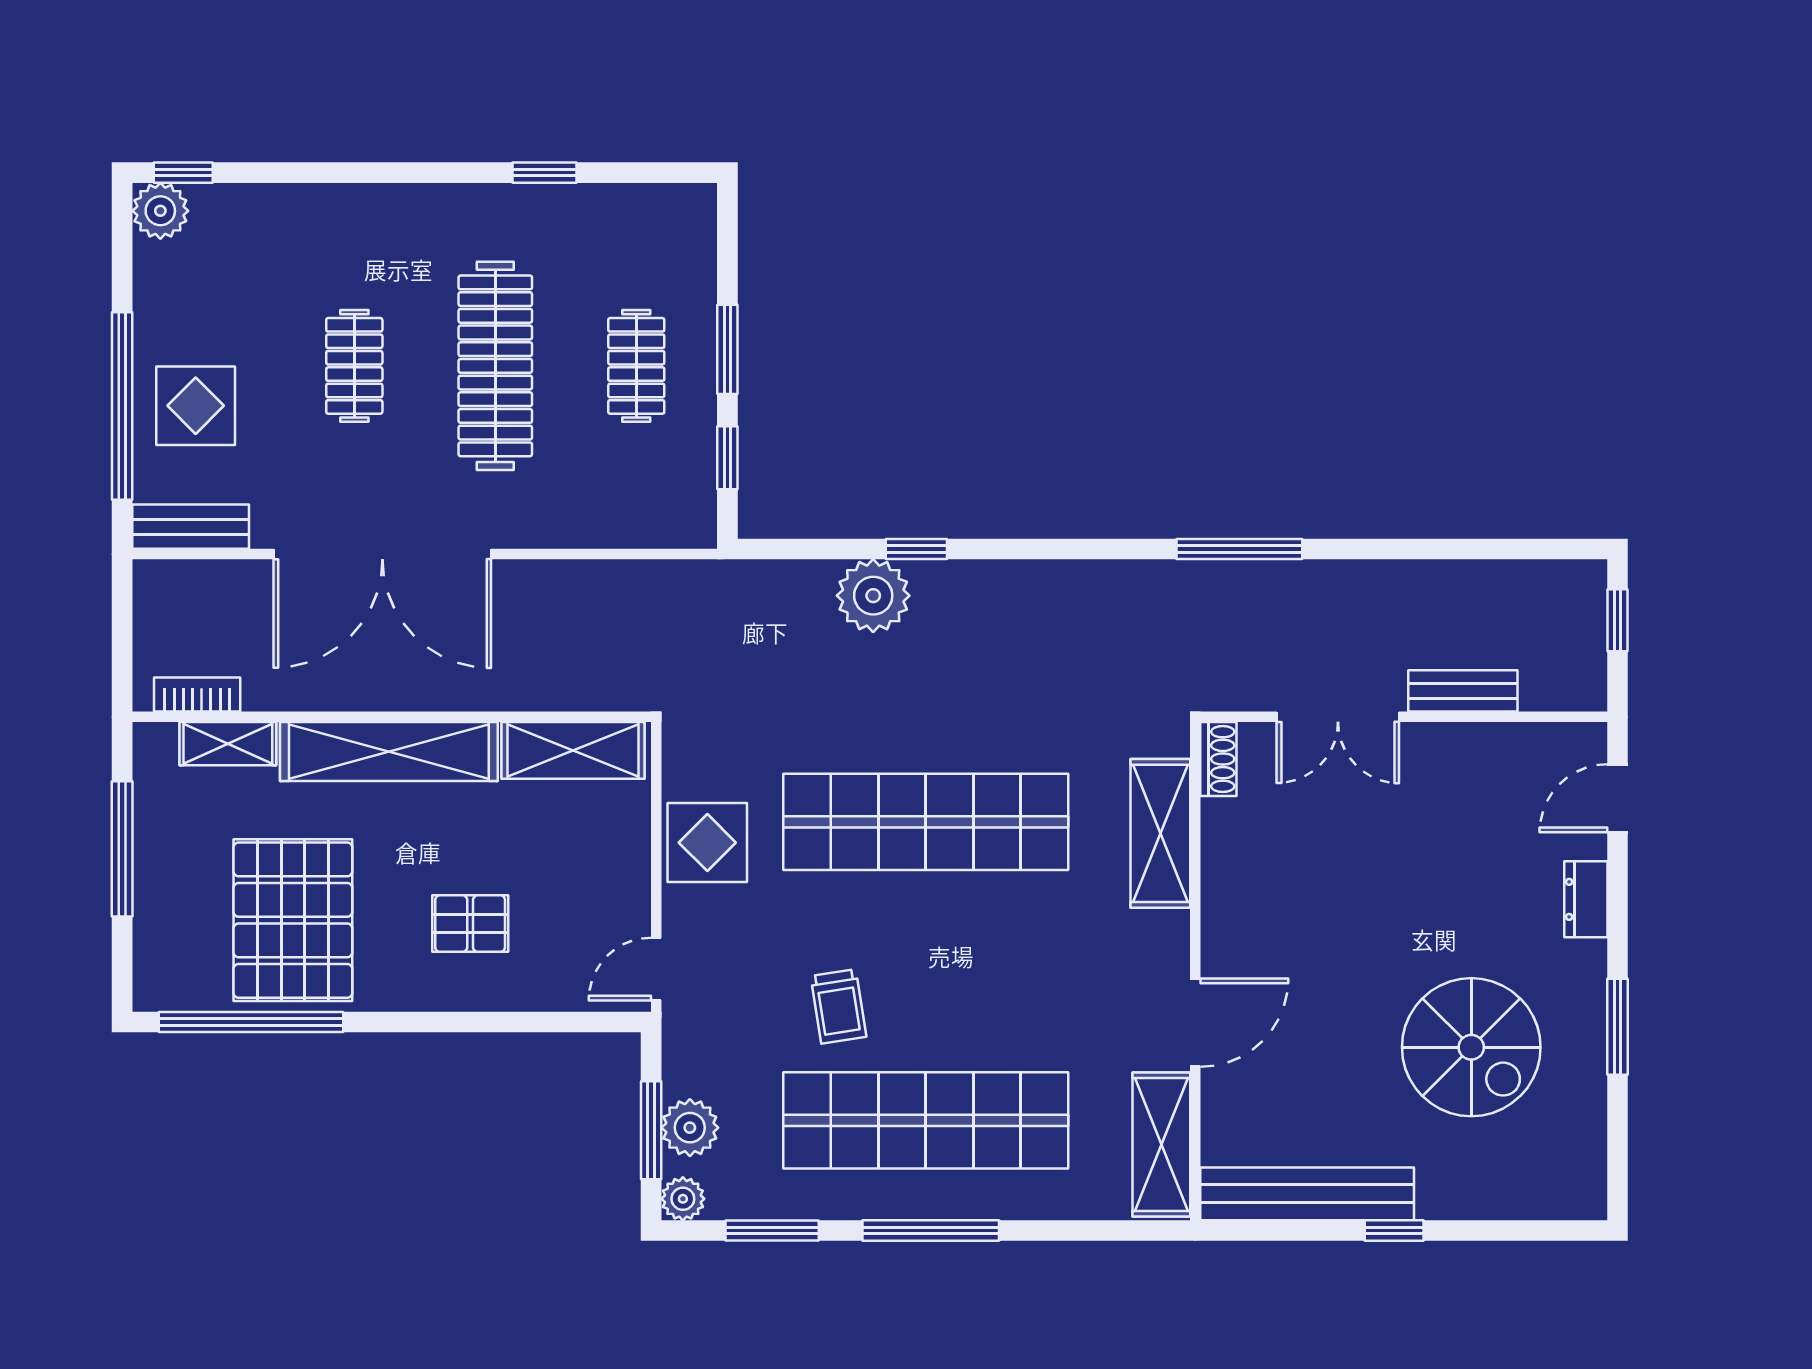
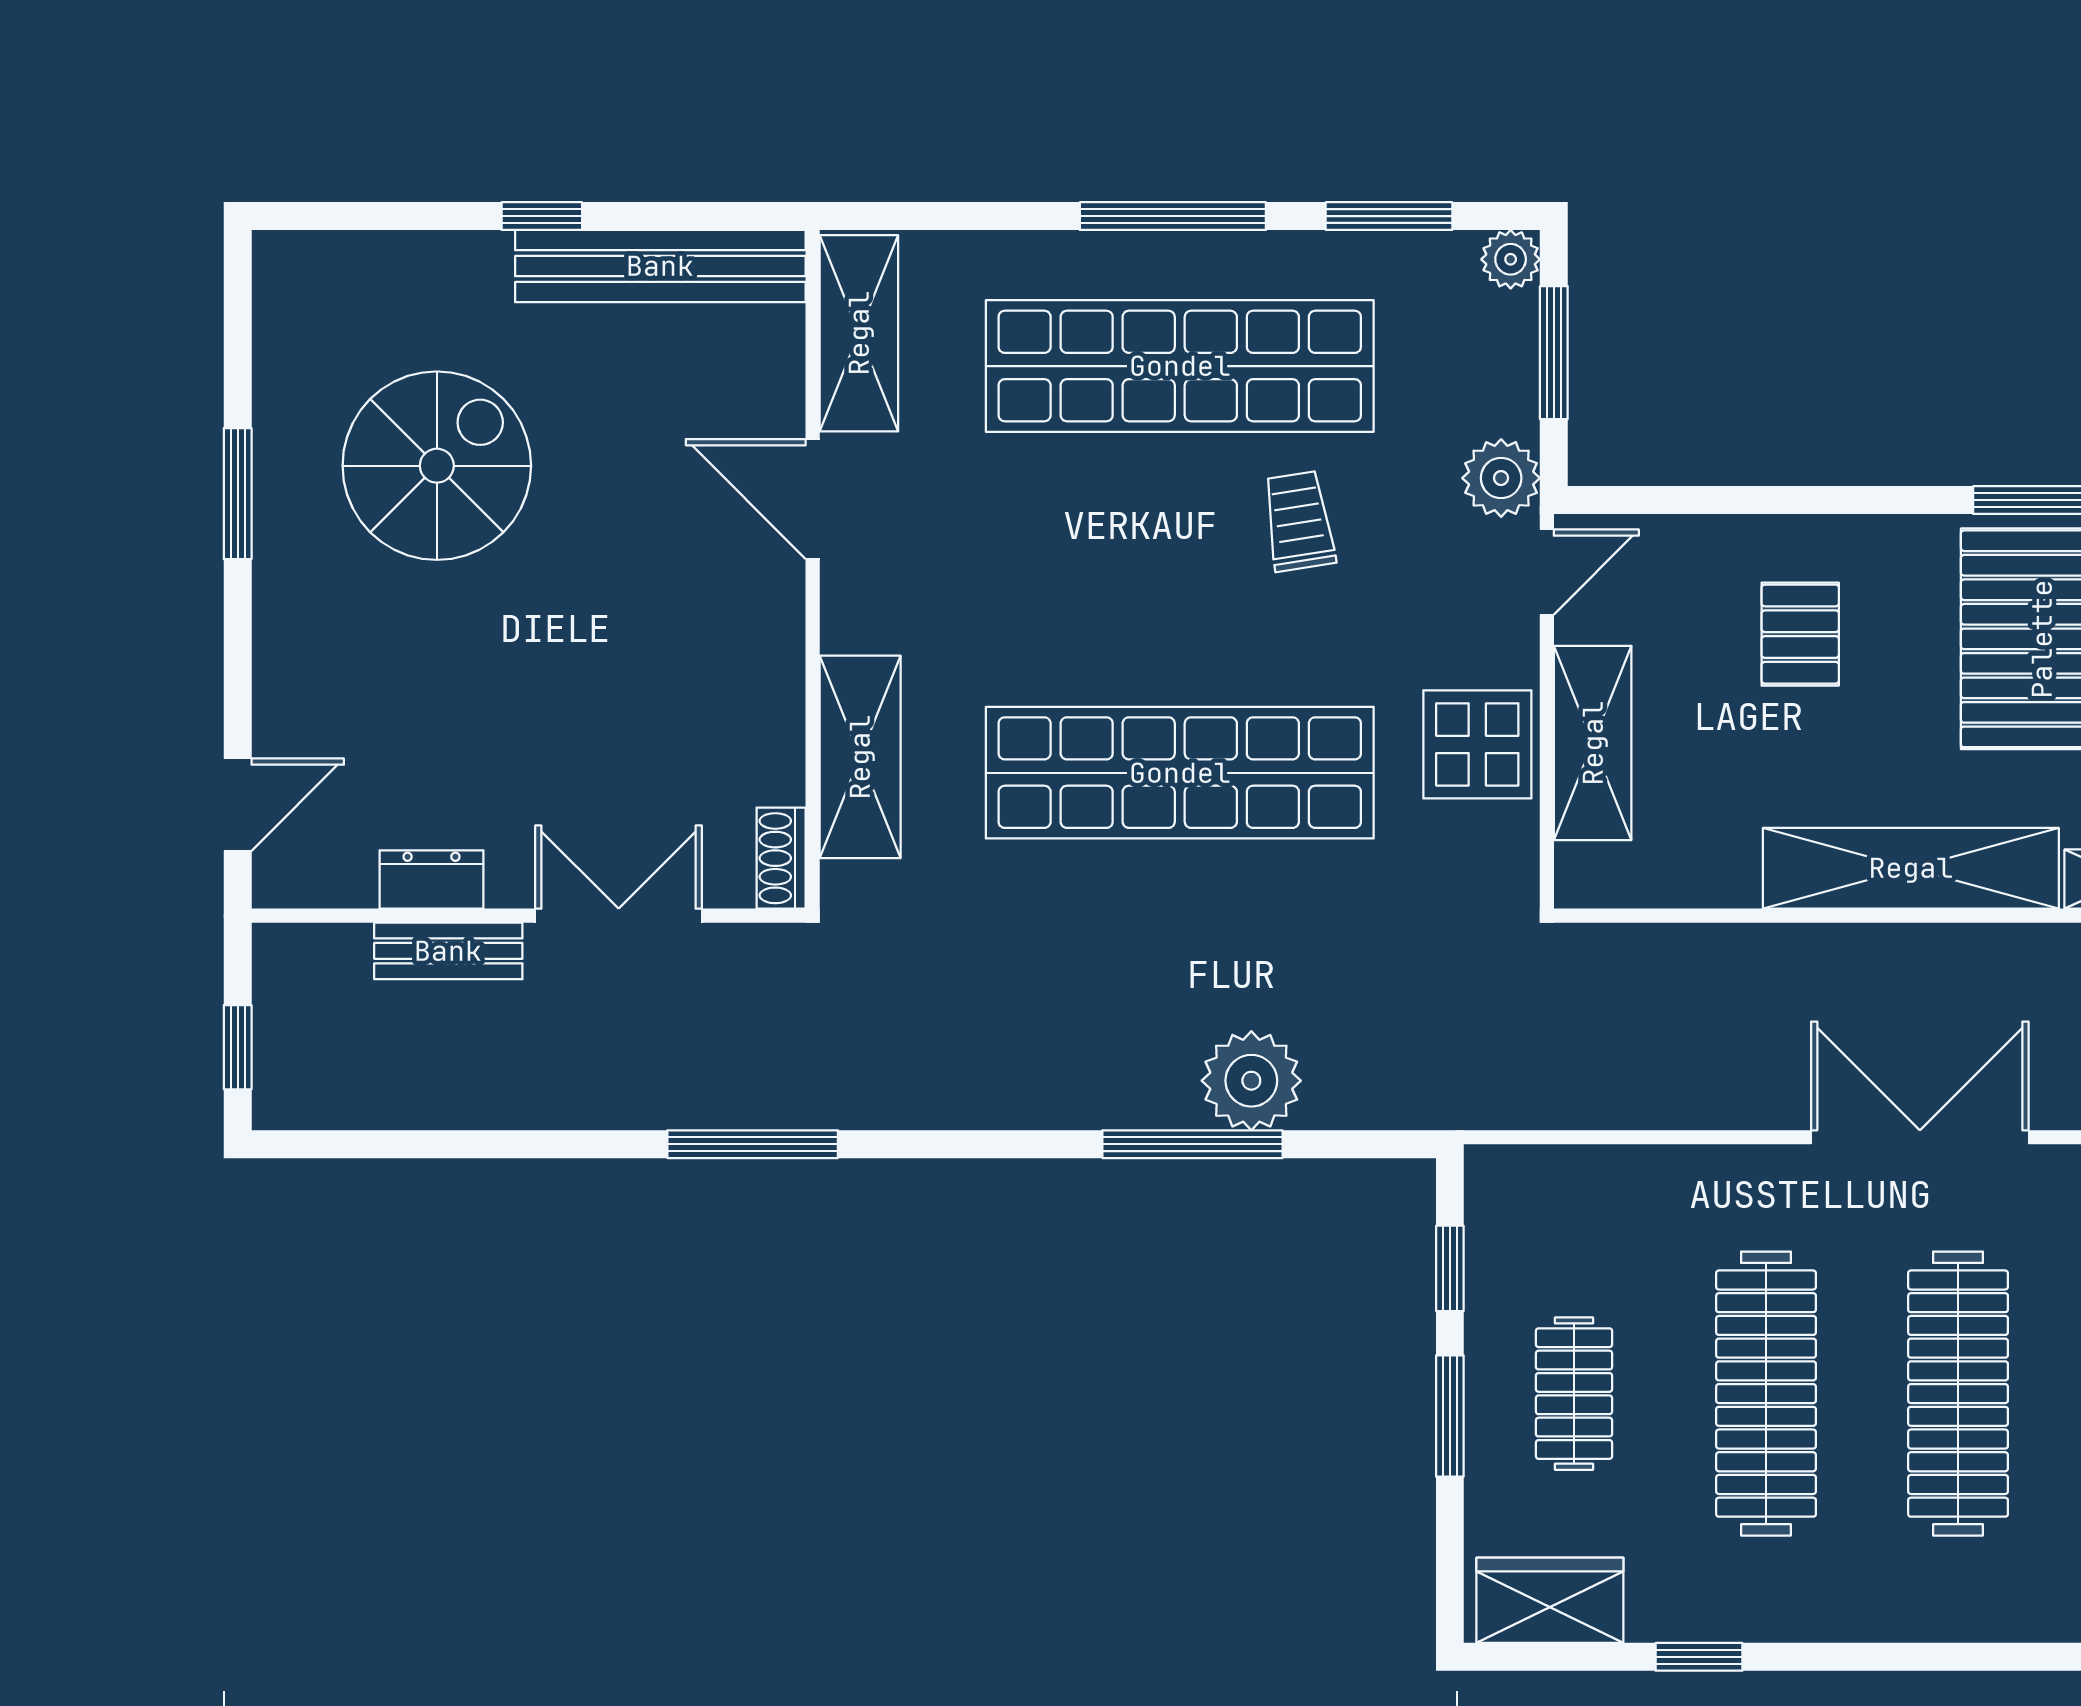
wardrobe: (654, 214) -> (1550, 1600), added
clothes rail: (354, 366) -> (1958, 1394), width x1.86, depth x1.31
window: (916, 549) -> (1193, 1144), width x2.17
double door: (382, 554) -> (1920, 1137), width x0.73
shelving: (573, 750) -> (1593, 743), moved, turned 90
dresser: (1586, 899) -> (431, 880), moved, turned -90
pallet: (470, 924) -> (1800, 634), turned 90
door: (1195, 1023) -> (813, 499), hinge flipped
spiral stairs: (1471, 1047) -> (437, 466), turned 90
plant: (690, 1128) -> (1501, 478), moved

